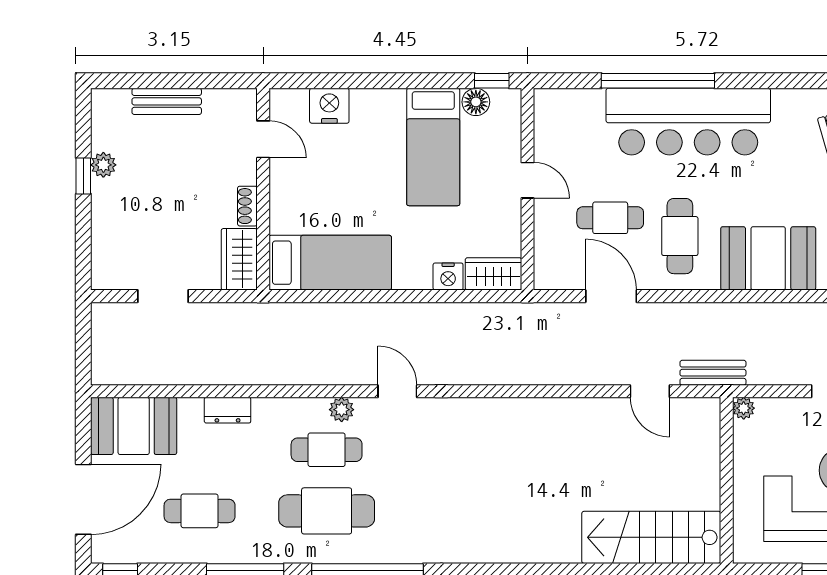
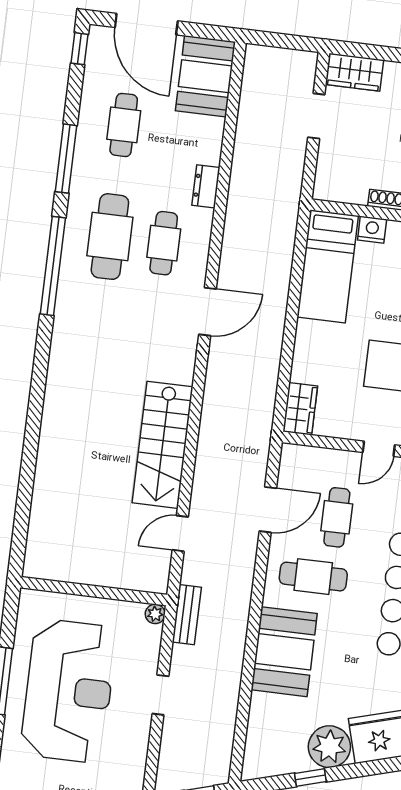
wardrobe: (239, 259) -> (354, 72), moved, turned 180
nightstand: (448, 276) -> (372, 230), moved, turned 90
bench: (713, 373) -> (187, 615), moved
door: (397, 391) -> (207, 312), width x1.38
dresser: (228, 410) -> (206, 186), moved
plant: (342, 410) -> (197, 261), removed
stairs: (651, 537) -> (163, 445), moved, turned 180

